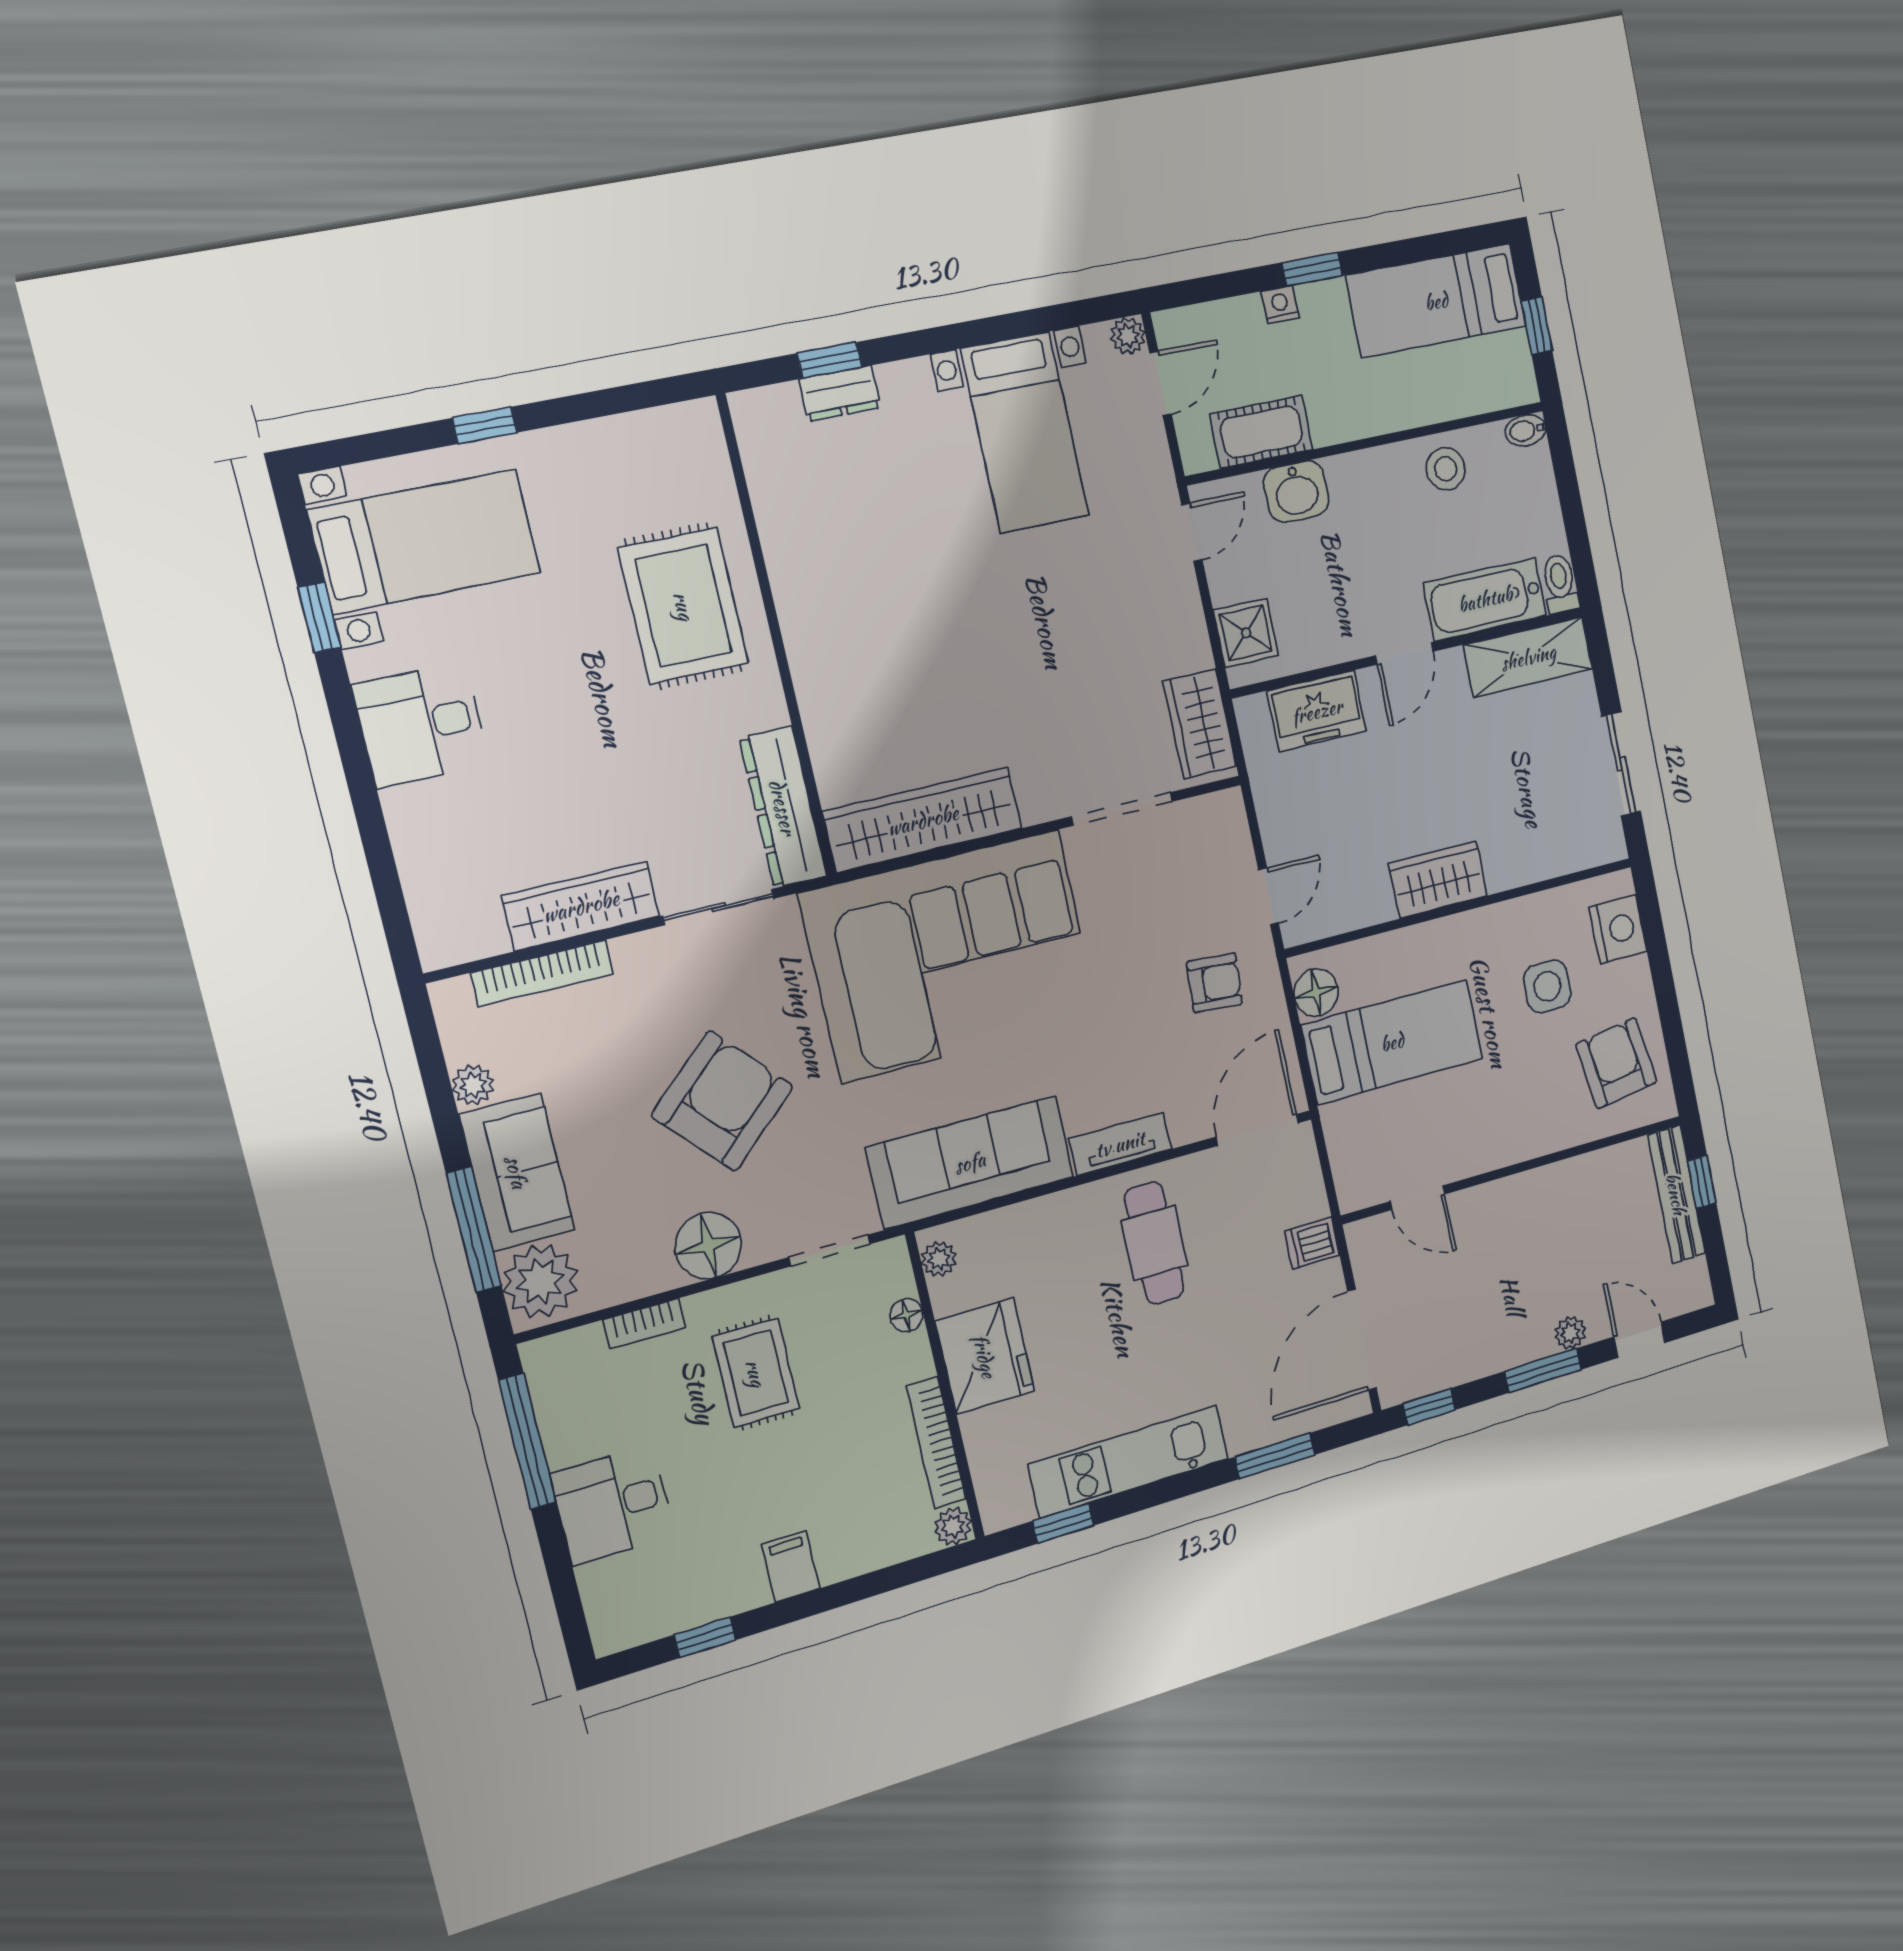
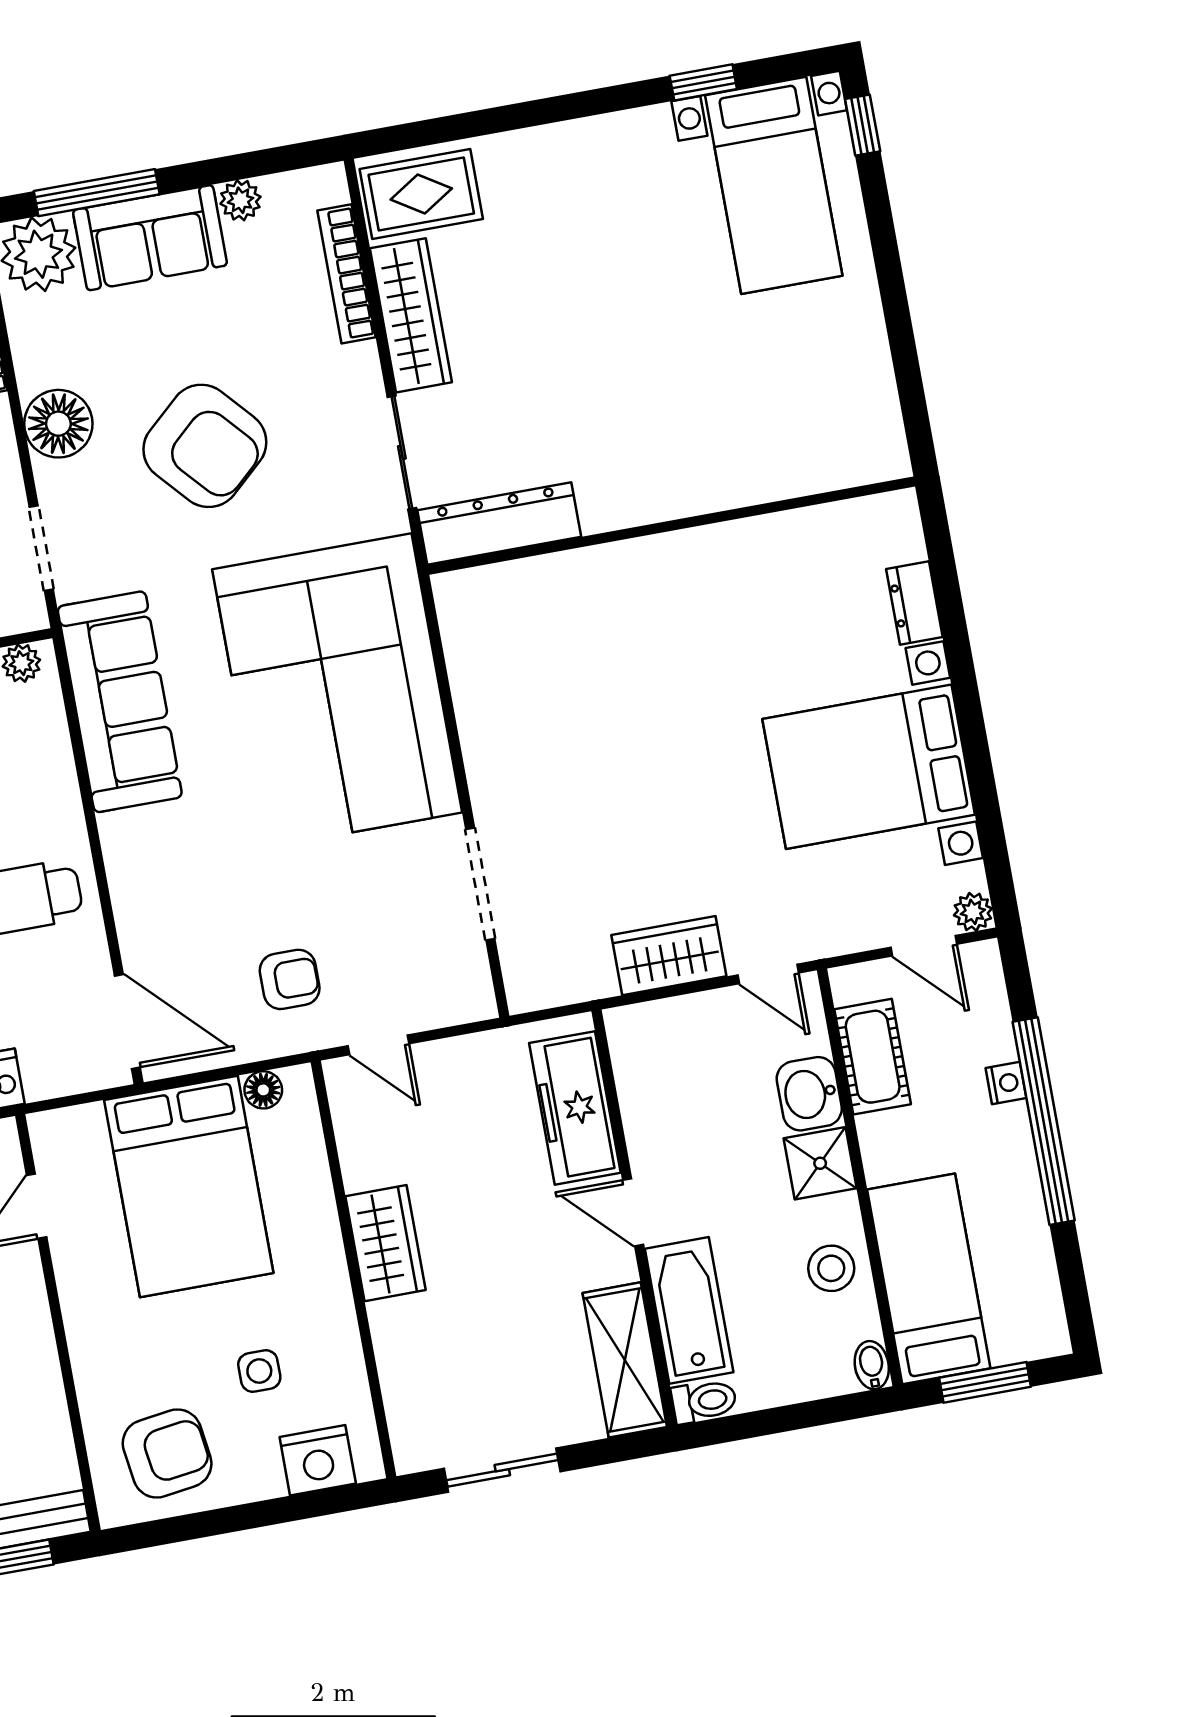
window: (1312, 269) -> (1044, 1121), width x3.17
bed: (1436, 301) -> (929, 1279), moved
window: (1537, 326) -> (985, 1382), width x1.50
window: (829, 360) -> (948, 594), removed
window: (485, 425) -> (863, 125), moved
bed with nightstands: (1025, 432) -> (869, 767), width x1.36
rug: (684, 606) -> (421, 194), moved, width x0.73, depth x0.70
shower: (1246, 633) -> (820, 1163), moved
freezer: (1317, 711) -> (575, 1108), width x1.40
wardrobe: (1200, 724) -> (669, 956), moved
desk: (421, 725) -> (597, 171), removed
wardrobe: (923, 820) -> (479, 668), removed
armchair: (1215, 983) -> (290, 979), turned -94
side table: (1547, 986) -> (259, 1371), width x0.73, depth x0.73
floor lamp: (1316, 992) -> (263, 1090), width x0.73, depth x0.73
bed: (1392, 1042) -> (189, 1186), width x1.50
tv unit: (1120, 1144) -> (125, 866), removed

